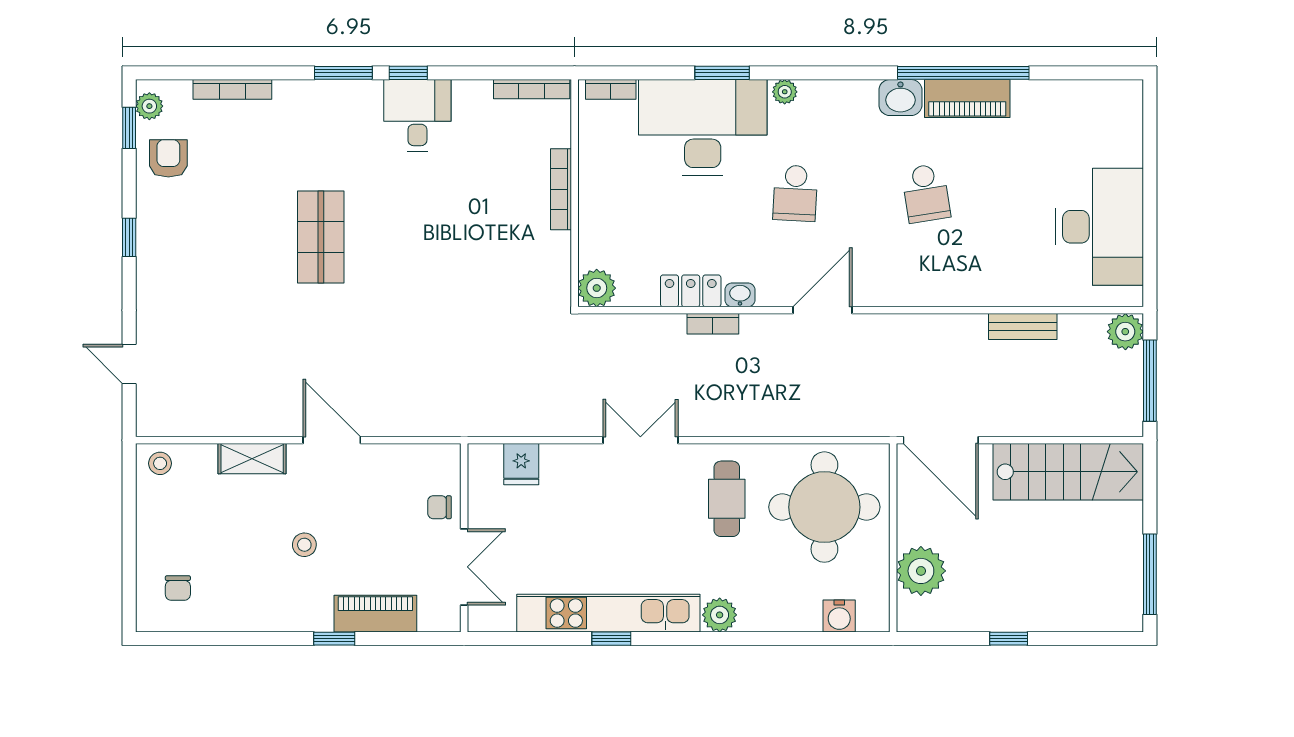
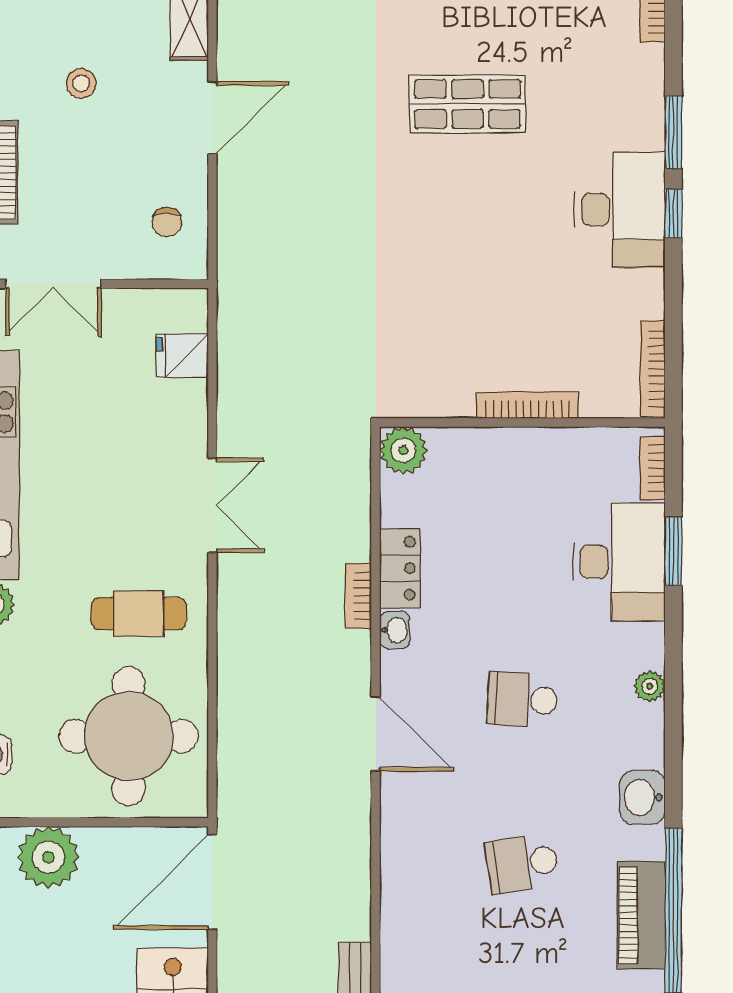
window: (722, 73) -> (673, 551), moved
washbasin: (900, 98) -> (642, 797), moved
desk: (417, 115) -> (620, 210), width x1.37
desk: (703, 127) -> (619, 562), width x0.73, depth x0.77
chair: (439, 507) -> (167, 222), moved, turned 180

